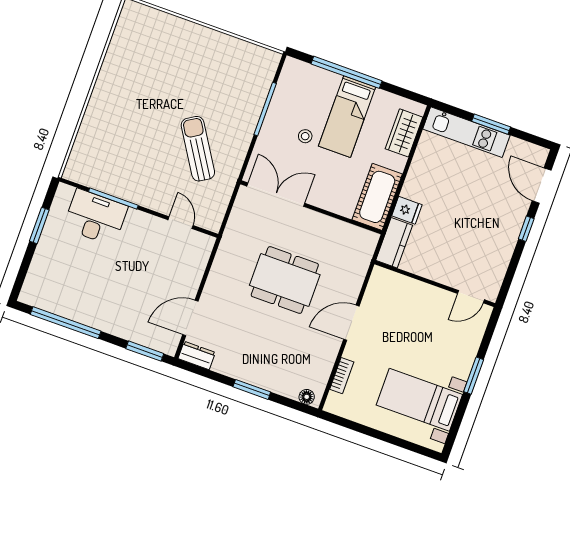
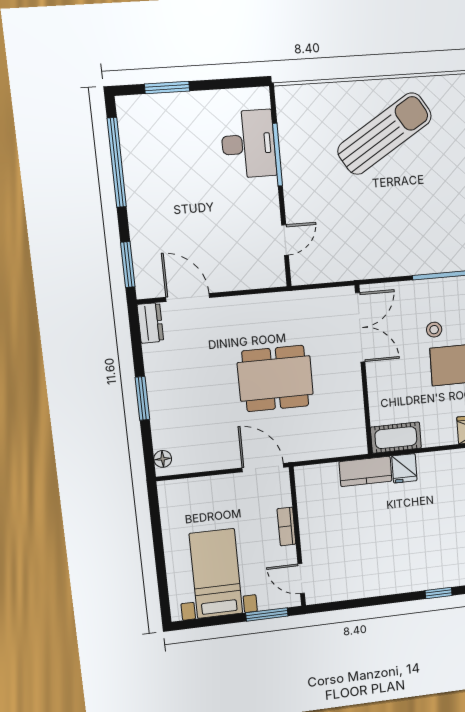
sun lounger: (198, 149) -> (385, 134), moved, width x1.36, depth x1.34
cot: (377, 197) -> (396, 438), width x0.73, depth x0.75
window: (39, 226) -> (167, 87), moved
dining table: (285, 280) -> (275, 378), turned 90
wall: (435, 284) -> (297, 537), moved
door: (471, 297) -> (301, 579), moved
bookcase: (342, 376) -> (286, 526), moved, turned 90

